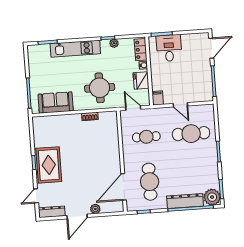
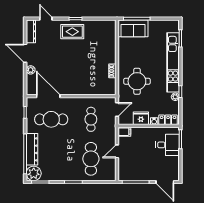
kitchen unit: (75, 49) -> (173, 62), width x1.36
sofa: (56, 103) -> (133, 28), moved, turned 90
rug: (49, 165) -> (72, 32), width x0.73, depth x0.70

